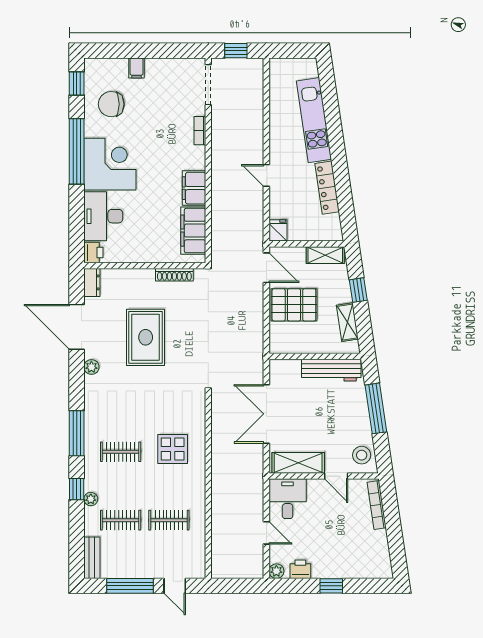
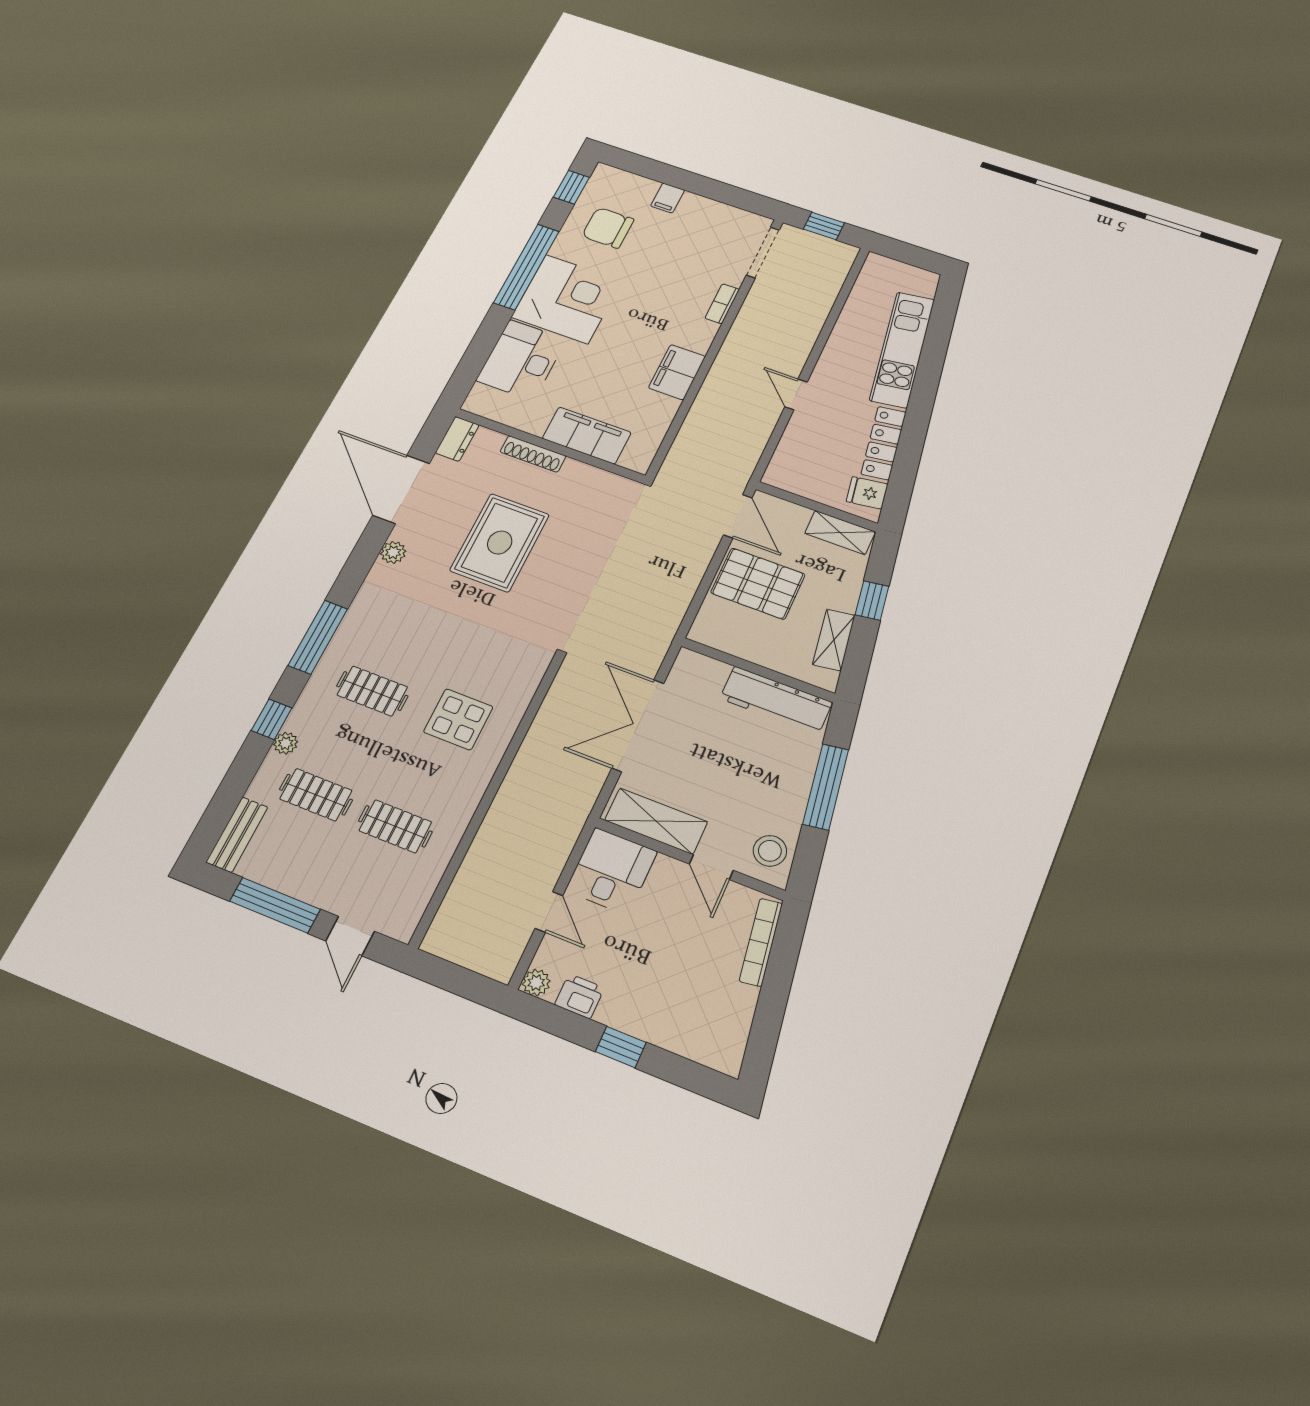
fridge: (278, 230) -> (867, 493), moved, turned -98
filing cabinet: (193, 231) -> (587, 435), moved, turned 90
printer: (93, 253) -> (481, 401), removed
shoe rack: (174, 275) -> (533, 454), moved

